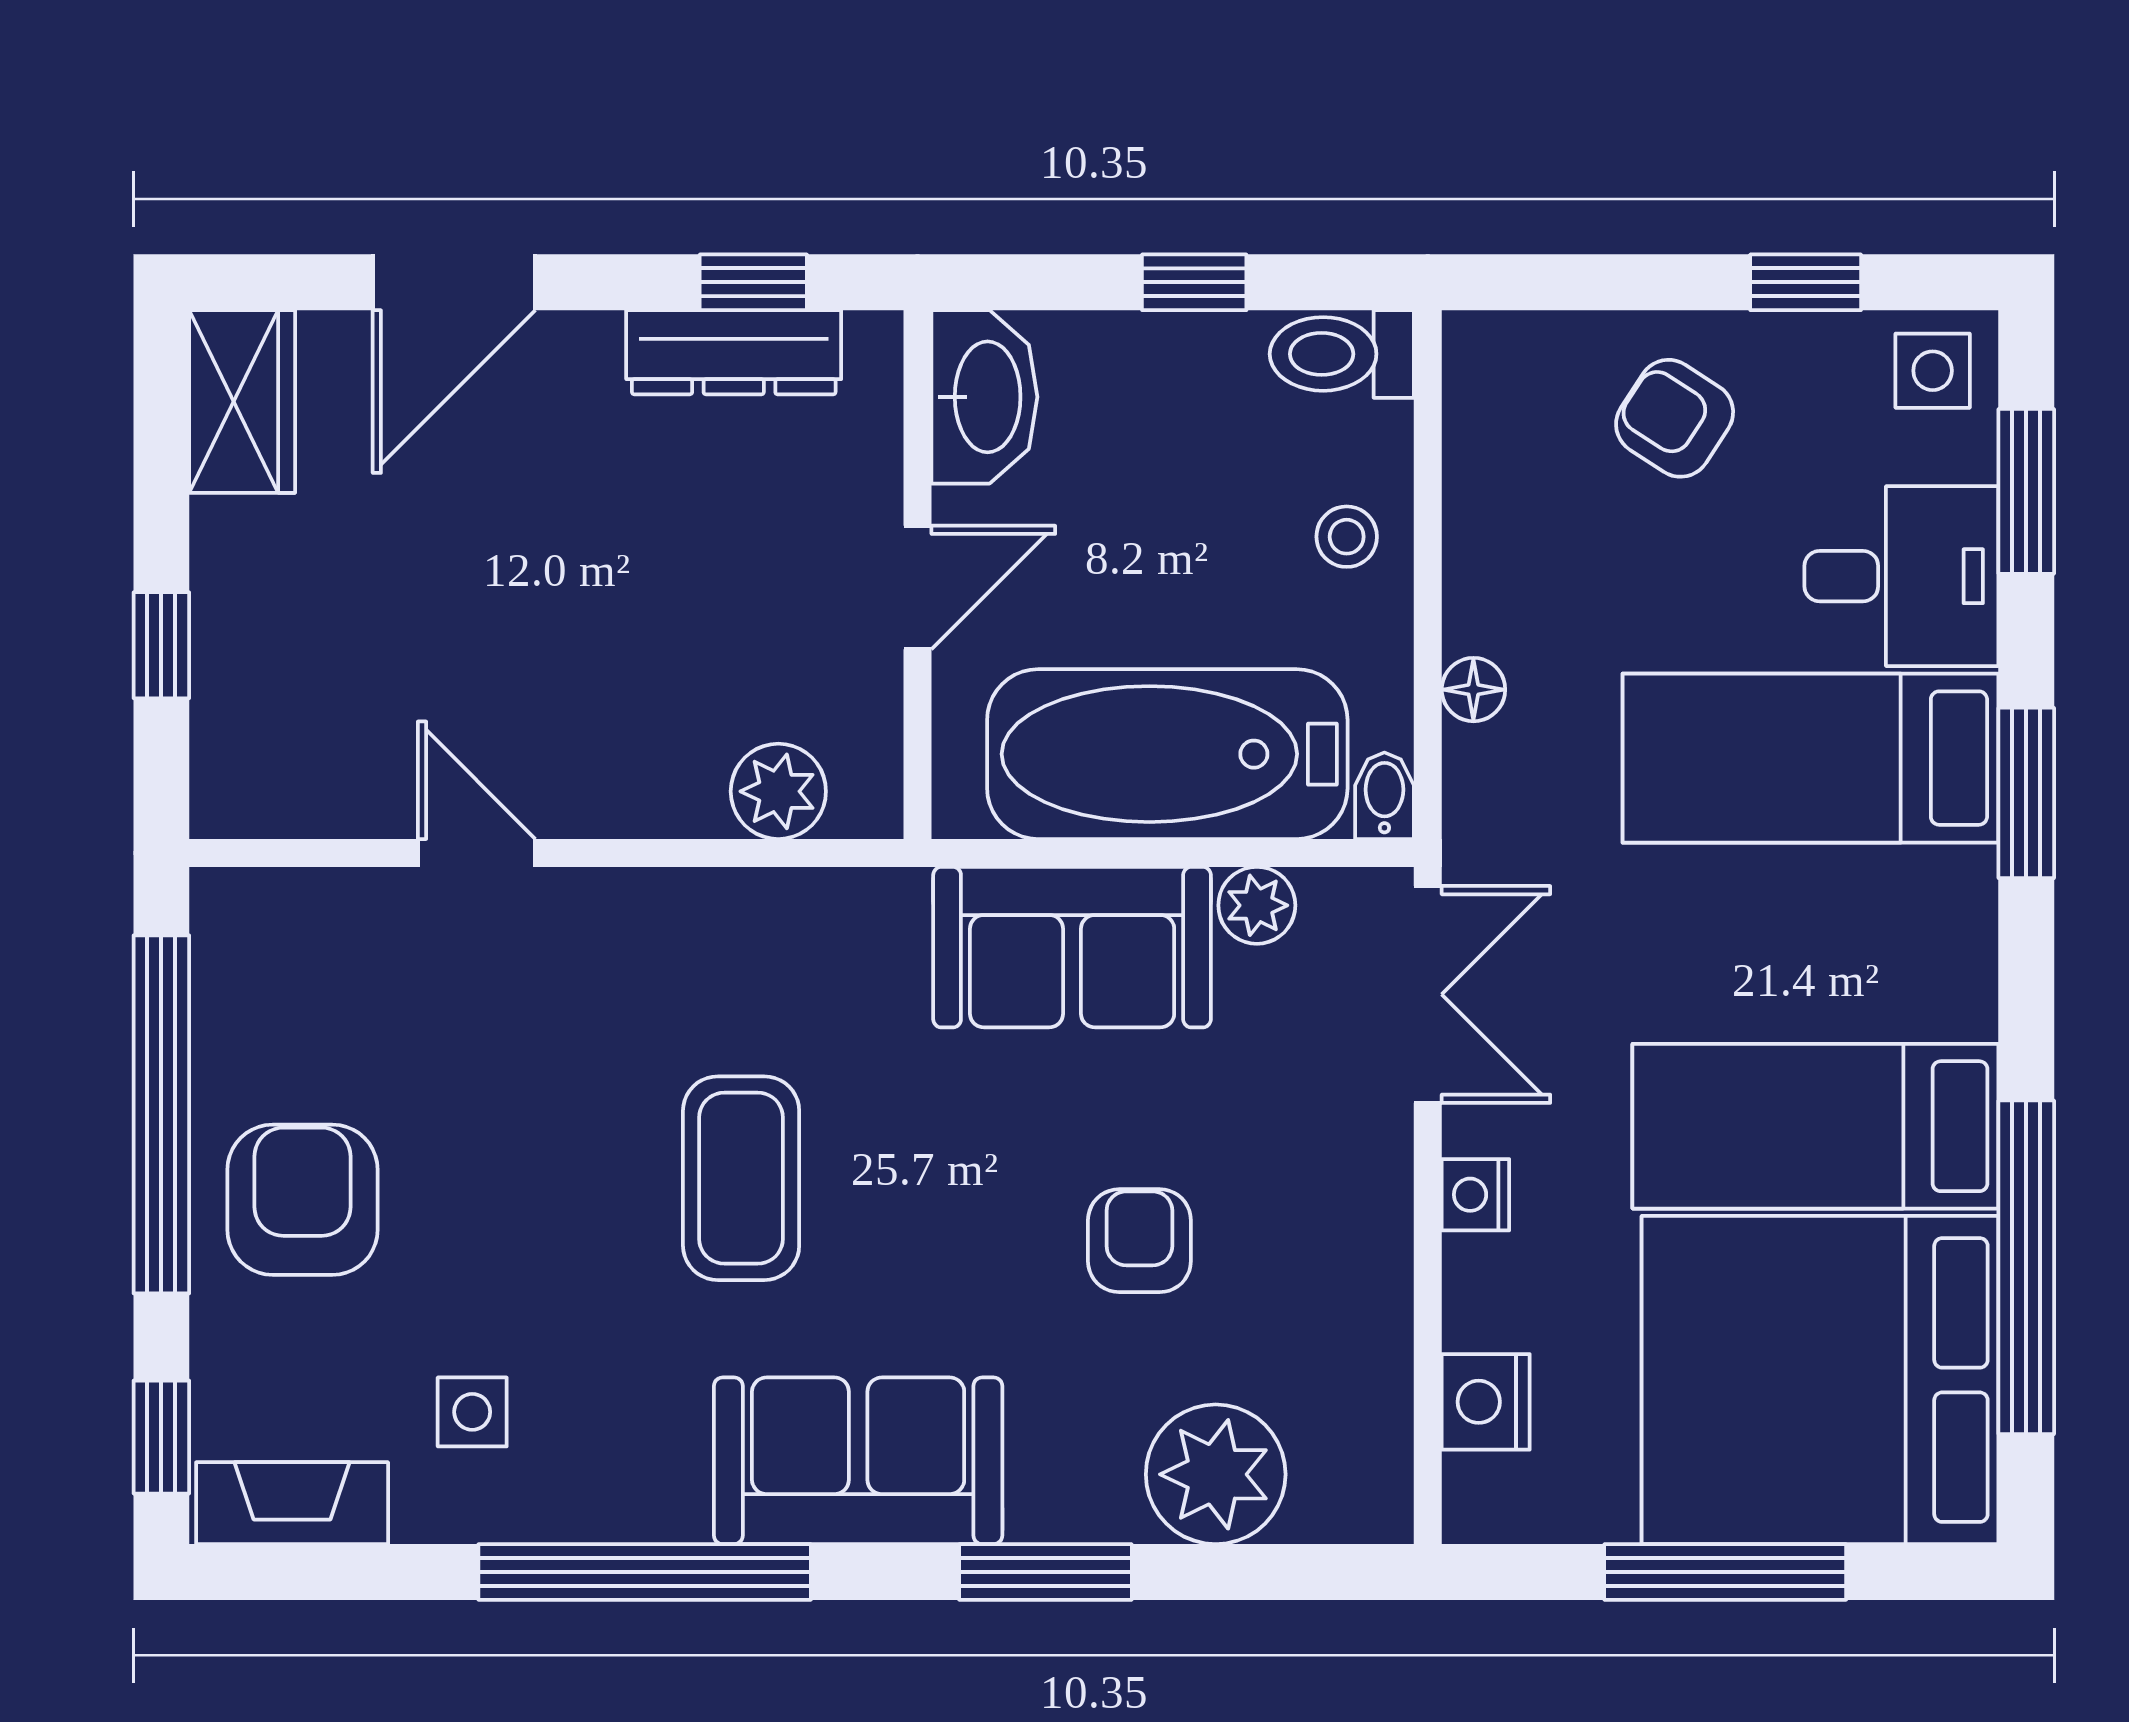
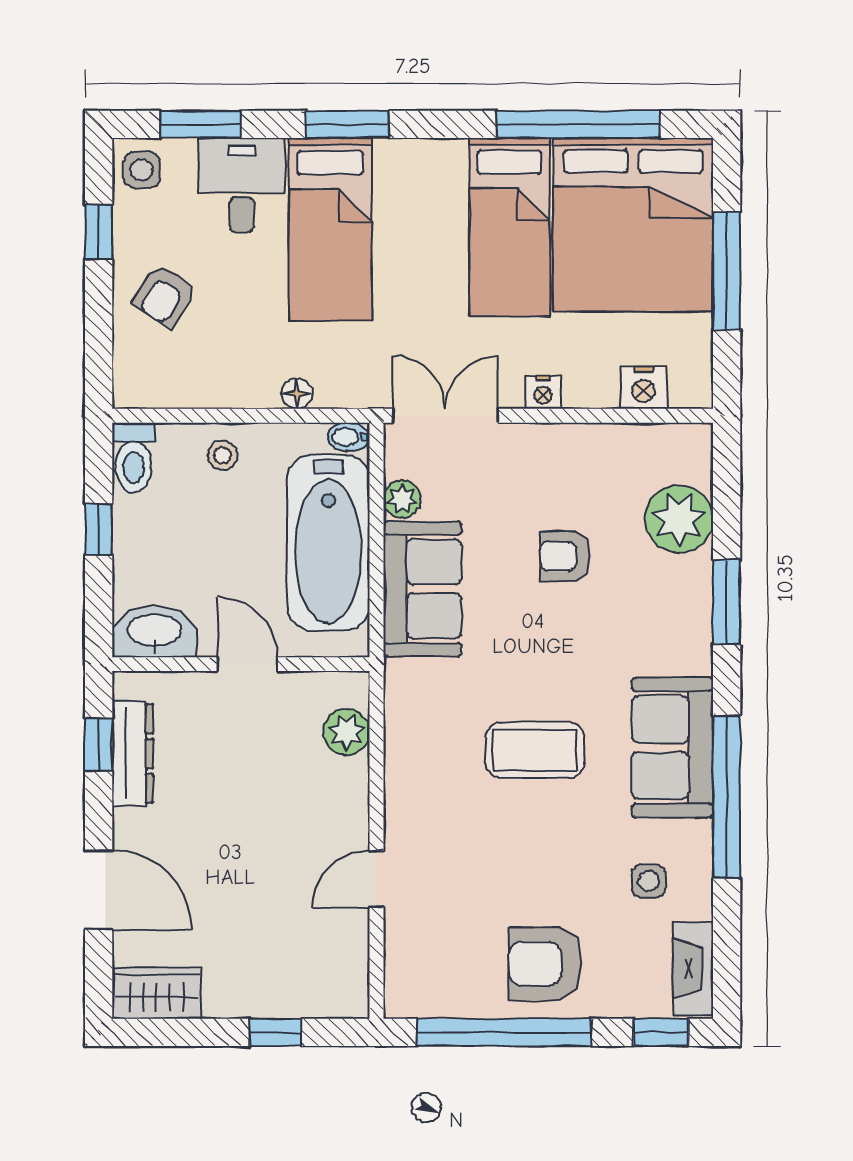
sofa: (858, 1461) -> (672, 747), moved

